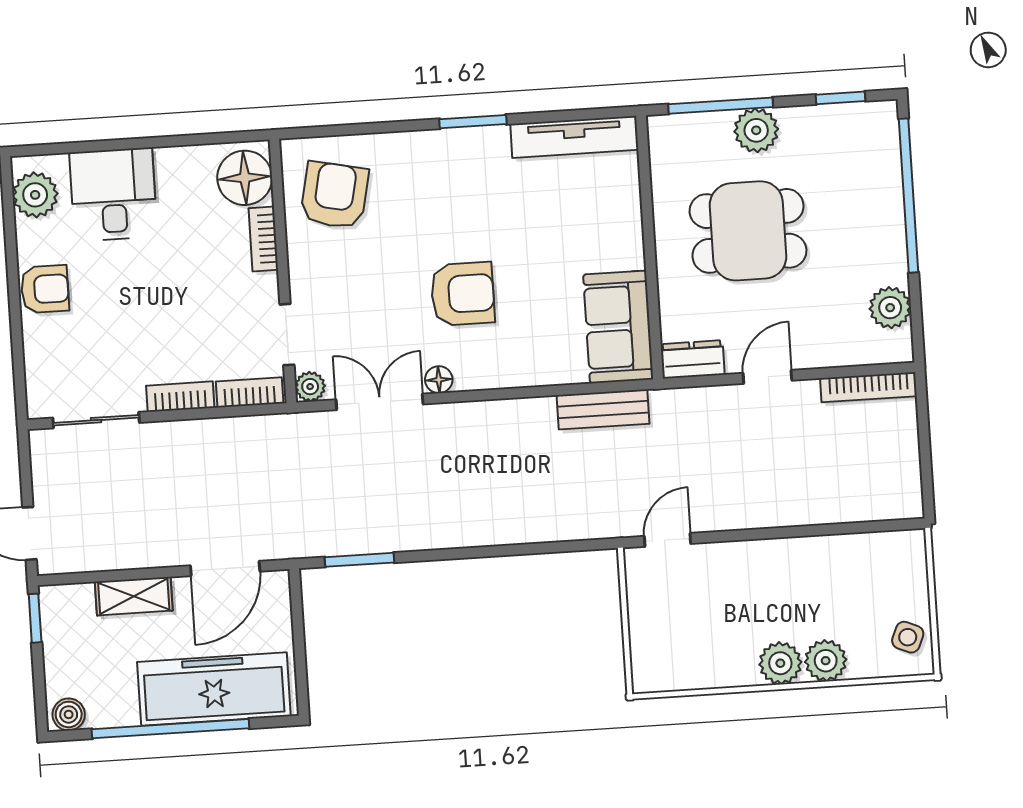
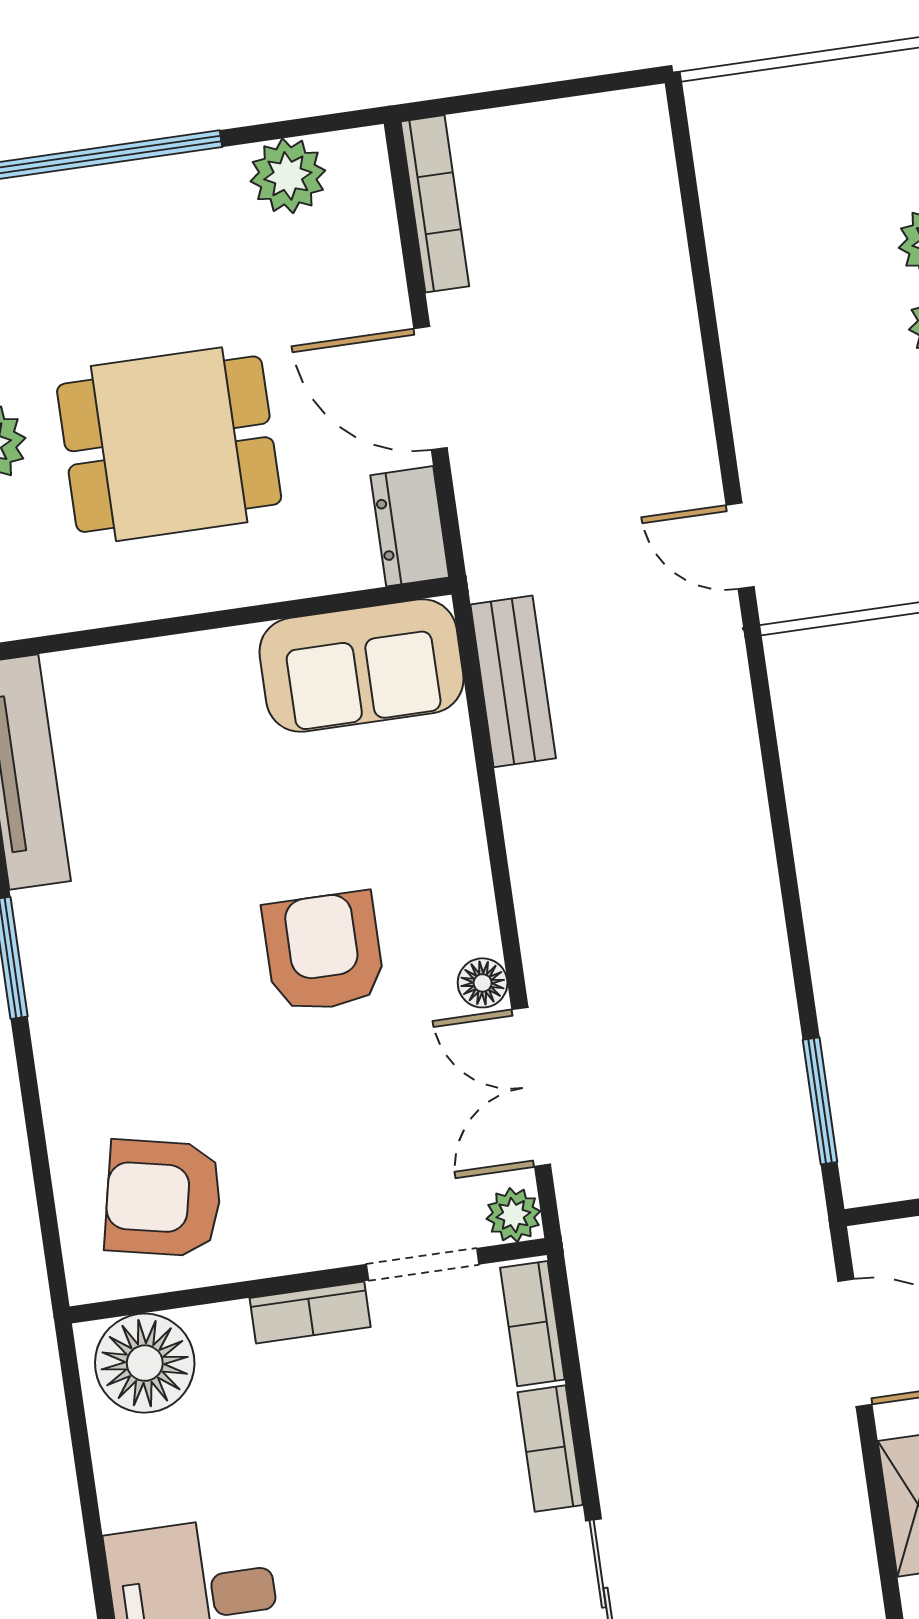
dining table: (748, 231) -> (169, 444), turned 90
bookcase: (263, 239) -> (310, 1312), moved
door: (767, 377) -> (430, 388), width x1.38
side table: (908, 637) -> (882, 97), removed

